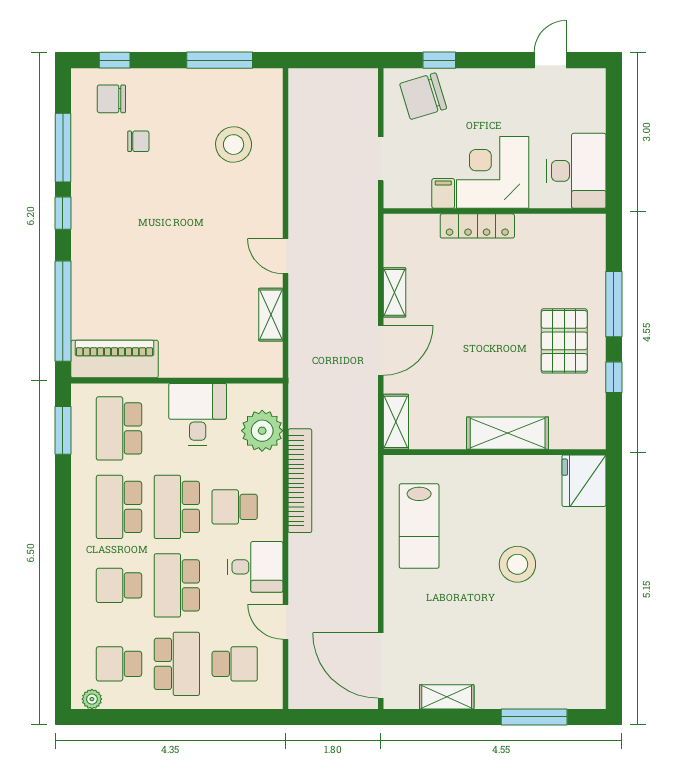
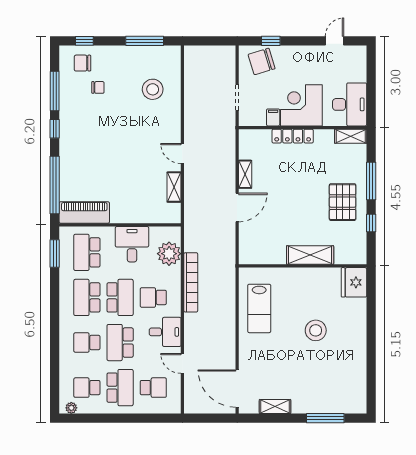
shelving: (396, 422) -> (351, 136), moved, turned 90
school desk: (177, 507) -> (120, 297), turned 180

